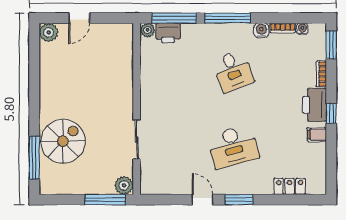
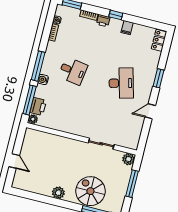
water cooler: (261, 30) -> (43, 79), moved
plant: (49, 32) -> (58, 193), moved
desk: (233, 71) -> (73, 71), turned 30
printer: (314, 105) -> (103, 21), width x0.53, depth x0.68
locker: (290, 186) -> (159, 40), moved
window: (105, 200) -> (132, 184), moved
window: (239, 200) -> (158, 78), moved

